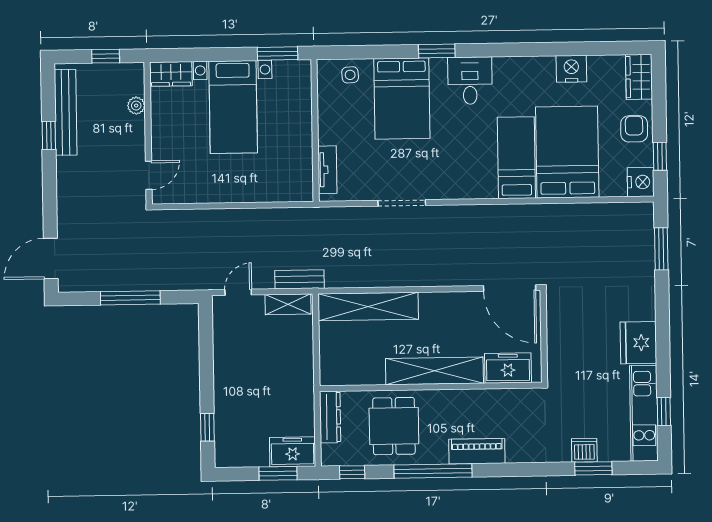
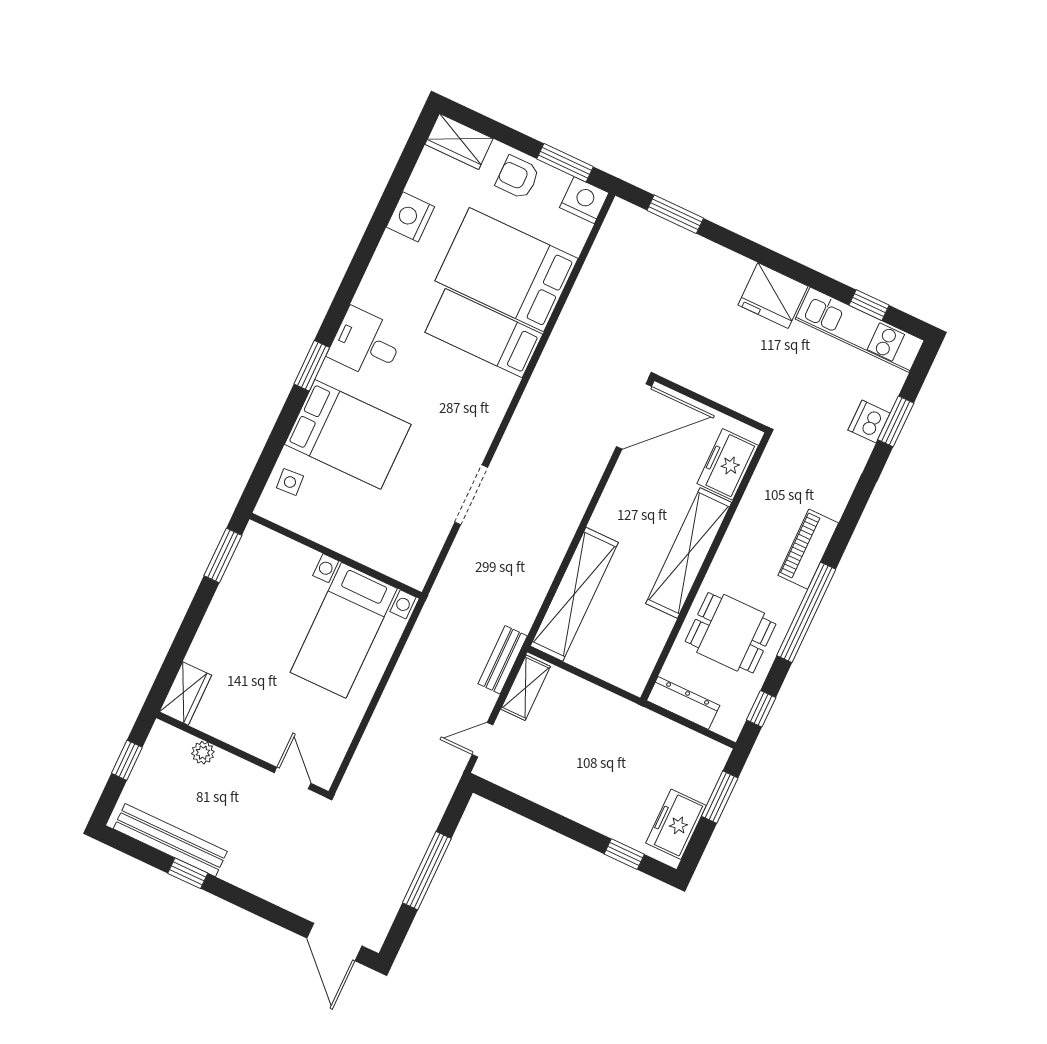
bed with nightstands: (233, 107) -> (344, 630), moved, turned 90
window: (660, 156) -> (565, 163), width x1.50
tv unit: (327, 170) -> (389, 564), removed
door: (238, 292) -> (483, 740), hinge flipped
freezer: (293, 452) -> (676, 824), moved

